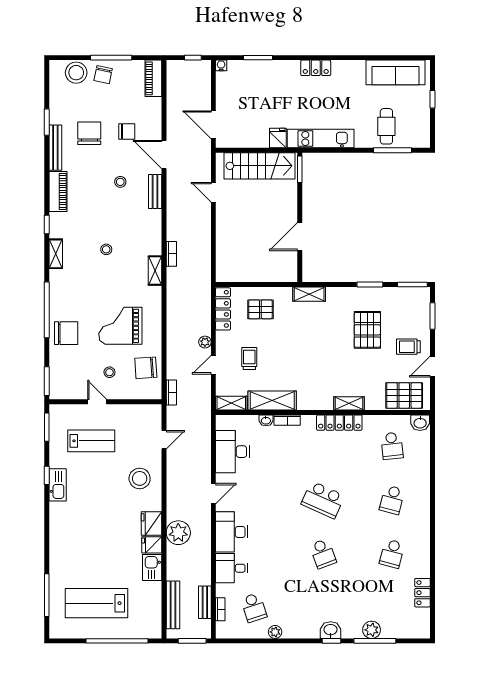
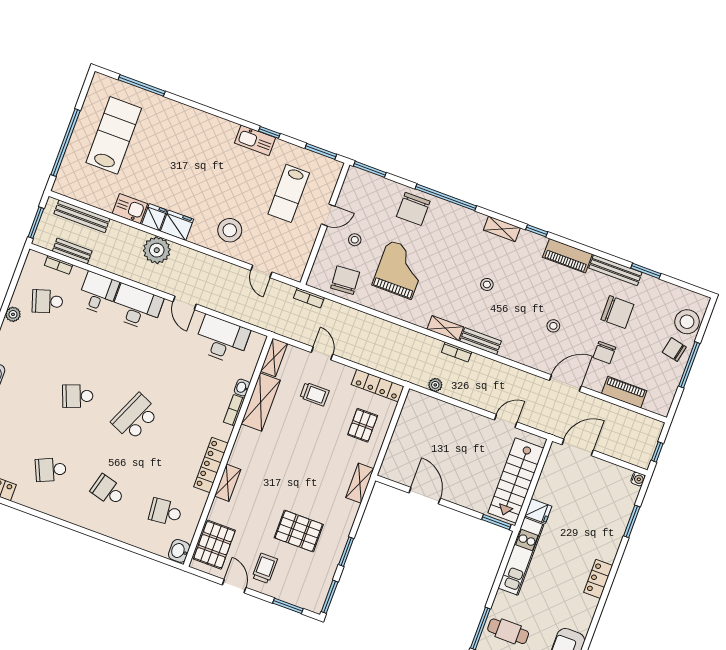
piano: (153, 78) -> (624, 392), moved
bench: (155, 191) -> (481, 341), moved
plant: (205, 342) -> (435, 385), moved
school desk: (392, 554) -> (51, 470), turned -39

